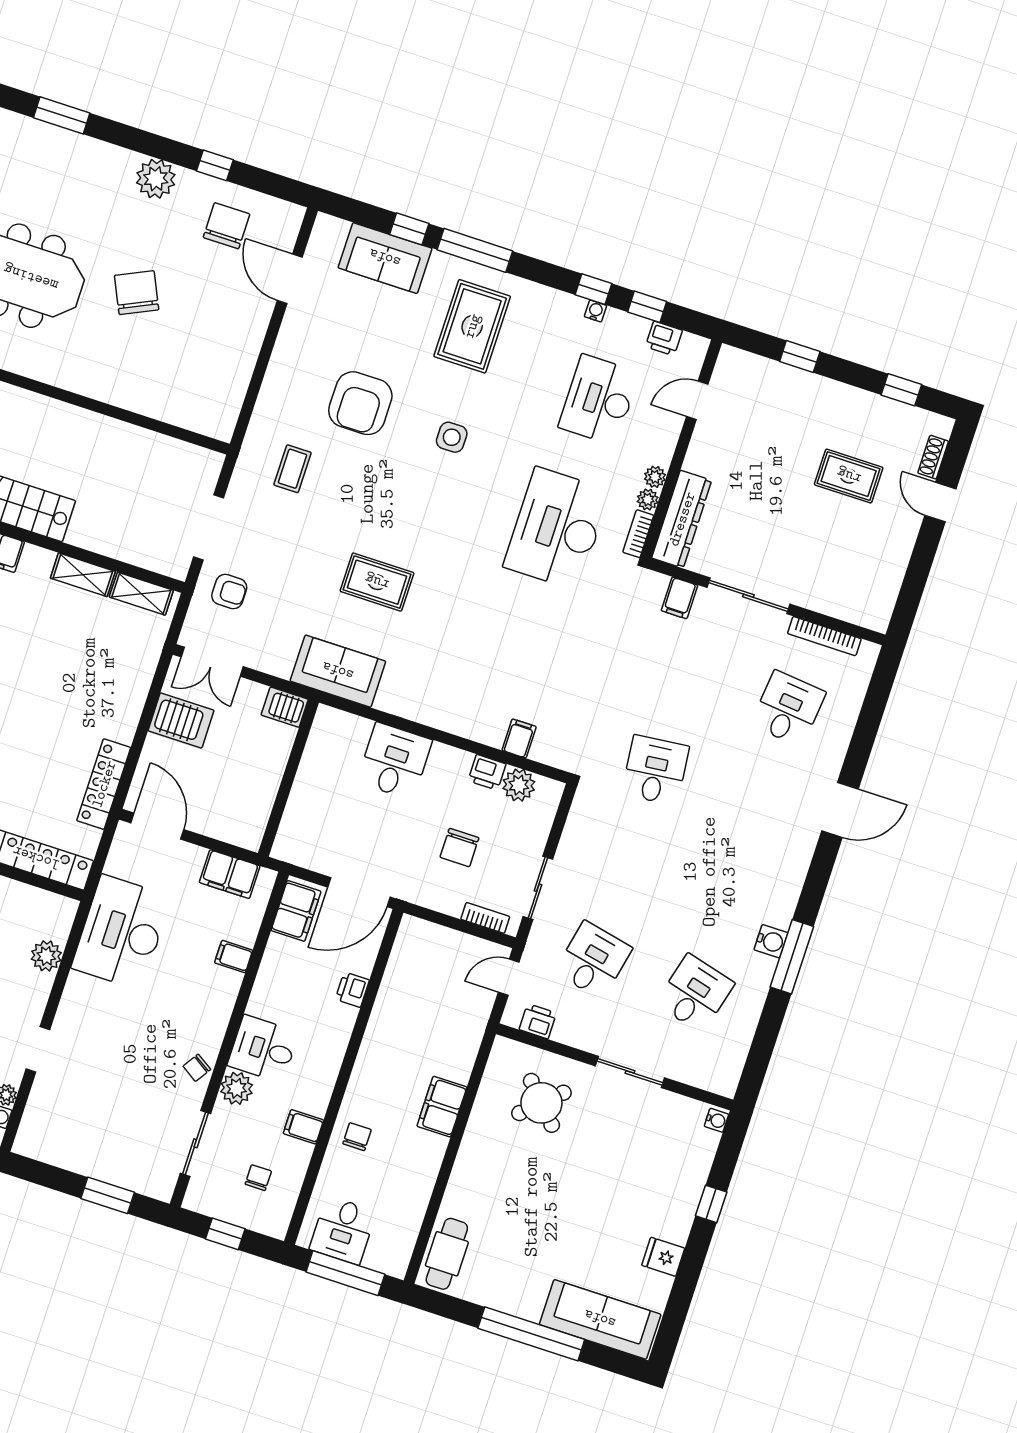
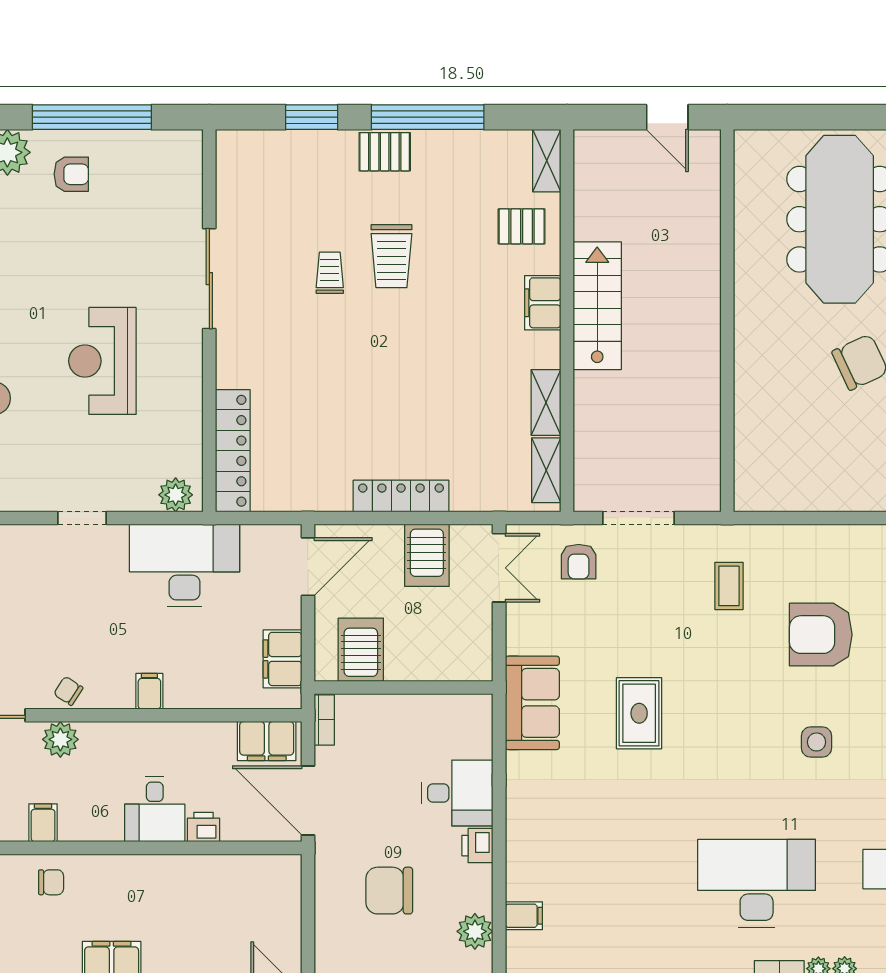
coffee table: (293, 469) -> (729, 586), turned 90
double door: (212, 662) -> (499, 568), swing flipped
server rack: (285, 707) -> (361, 650), moved, width x1.36, depth x1.44
printer: (487, 772) -> (477, 846), moved
locker: (104, 784) -> (401, 496), moved
chair: (459, 847) -> (389, 891), width x1.37, depth x1.37
bookcase: (485, 918) -> (324, 720), moved
plant: (46, 956) -> (176, 495), moved
filing cabinet: (234, 957) -> (149, 691), moved
doorway: (38, 1049) -> (82, 518), moved
desk: (263, 1049) -> (155, 809), moved, turned 180

